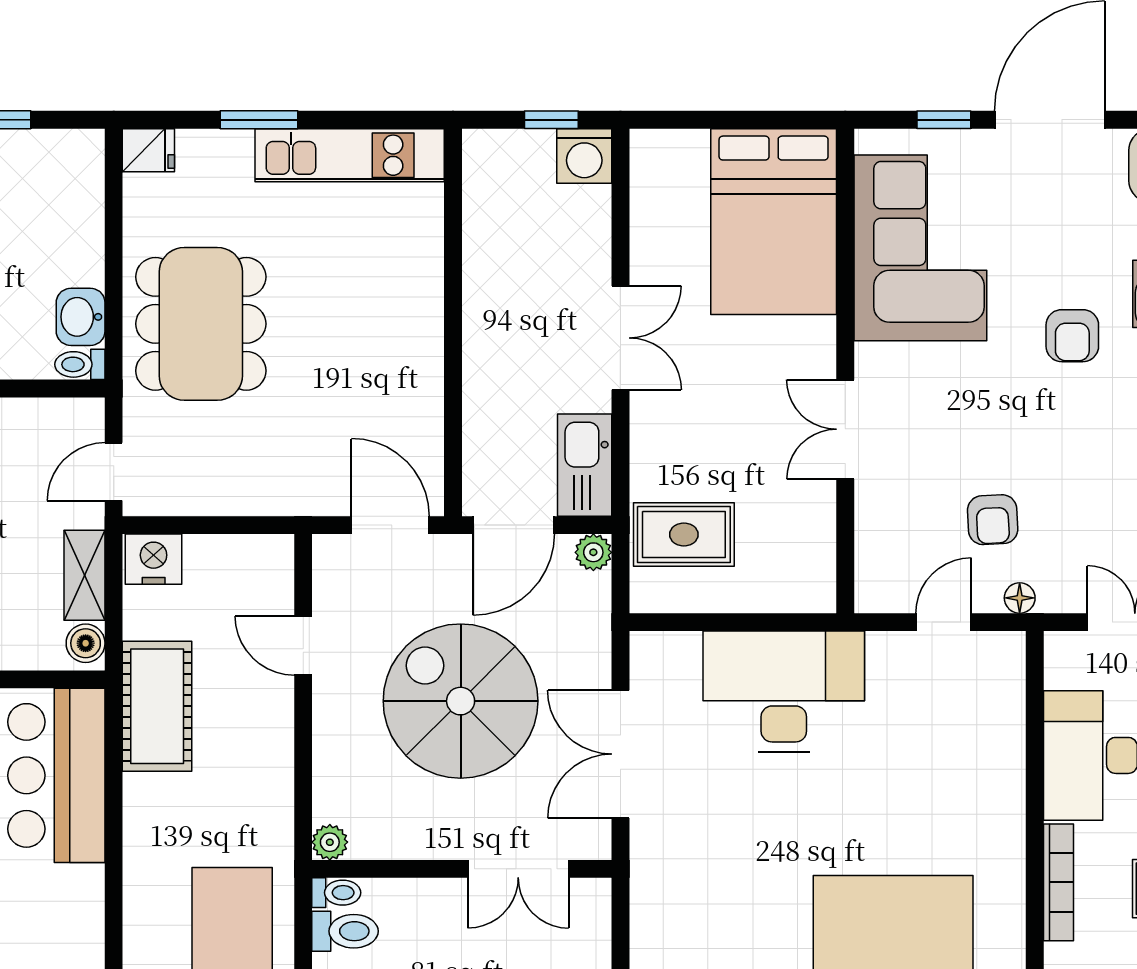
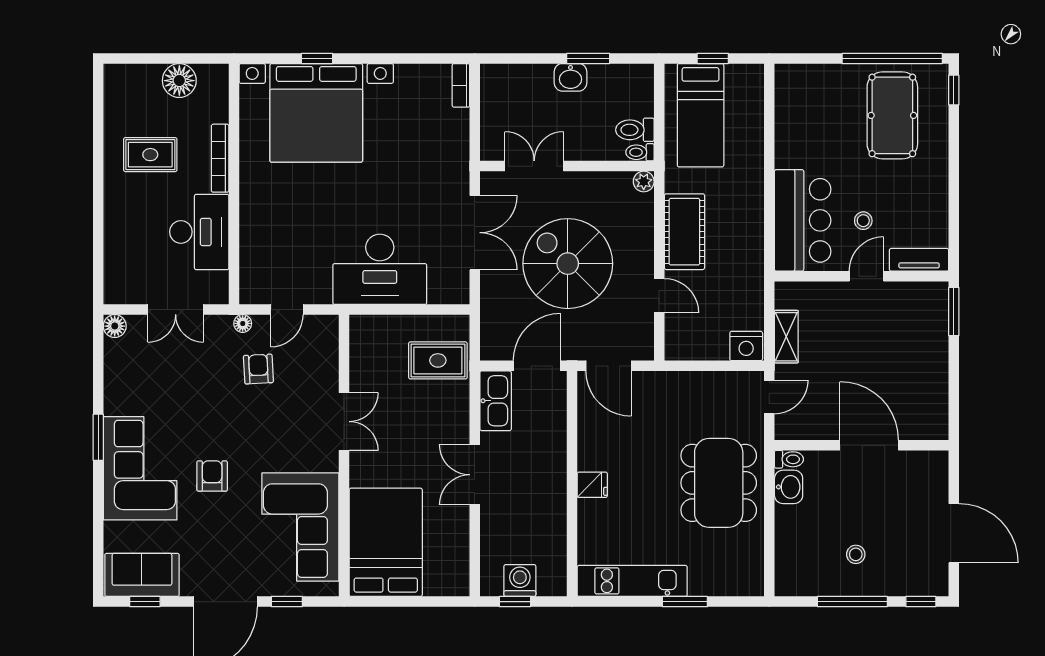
fridge: (148, 150) -> (592, 485), moved, turned 180
washing machine: (584, 156) -> (520, 580), moved
plant: (593, 552) -> (491, 350), removed
boiler: (86, 643) -> (786, 297), removed
spiral stairs: (461, 701) -> (568, 264), turned 180
cot: (157, 706) -> (684, 232), moved

